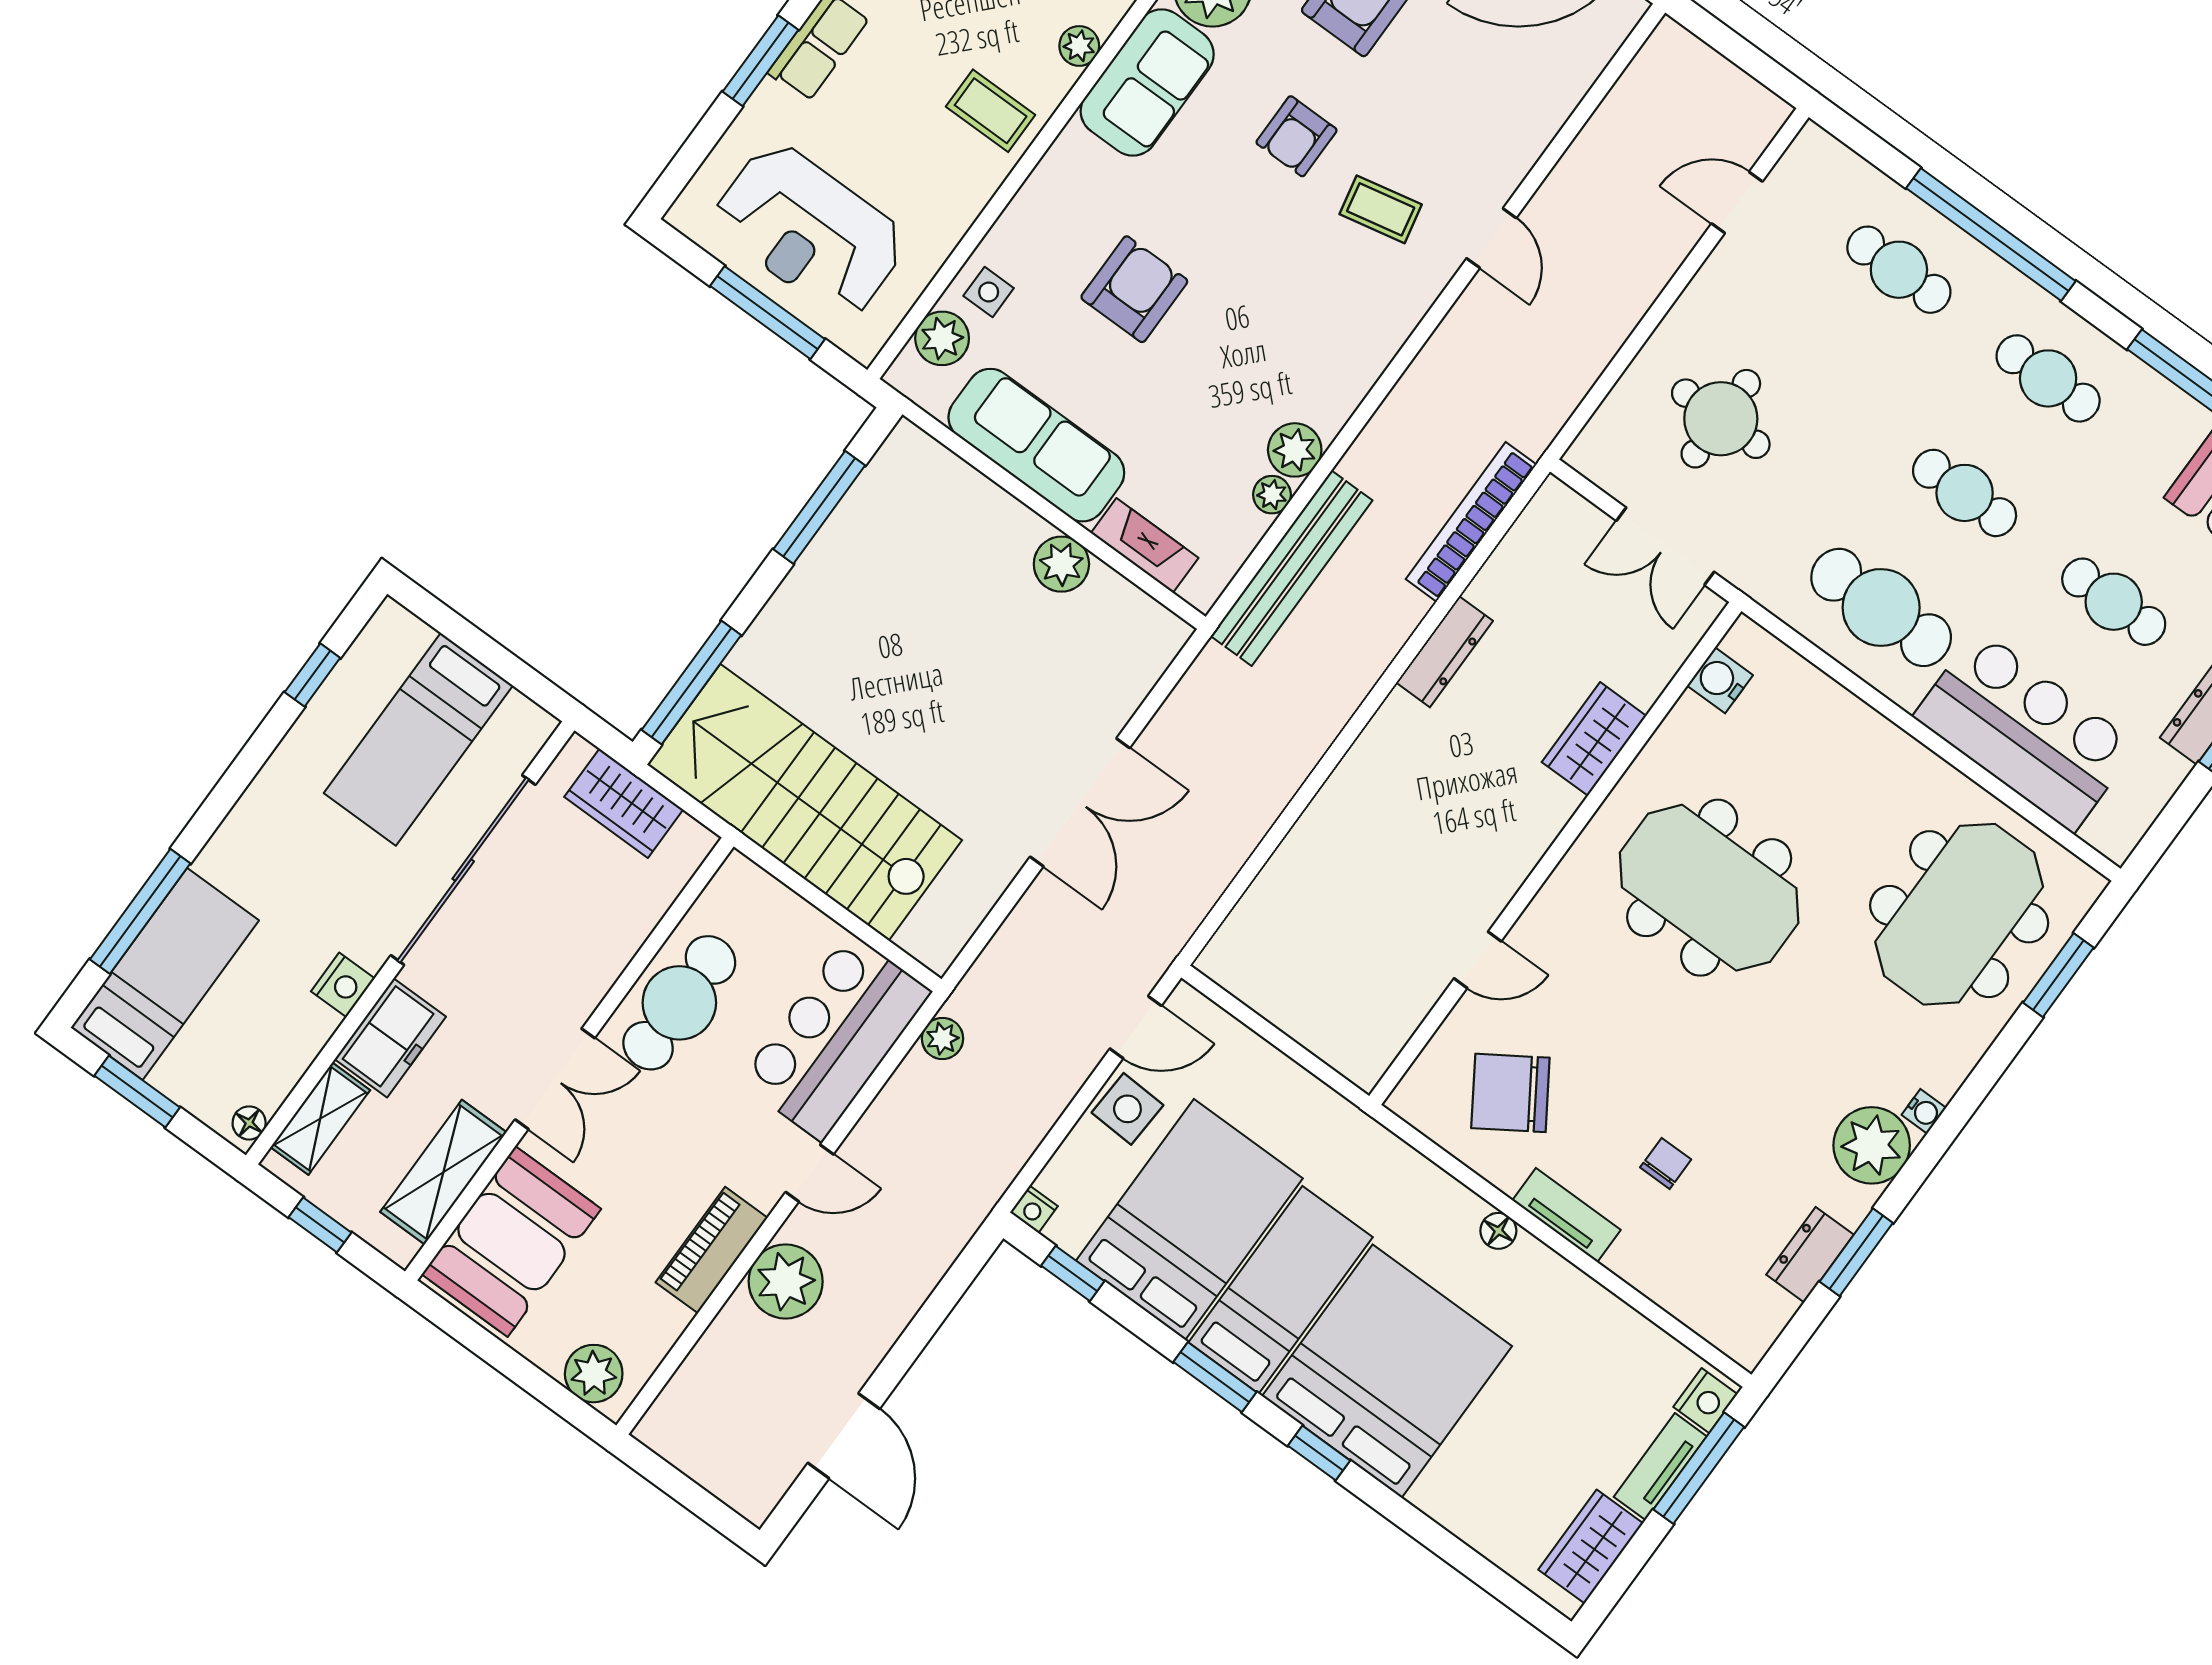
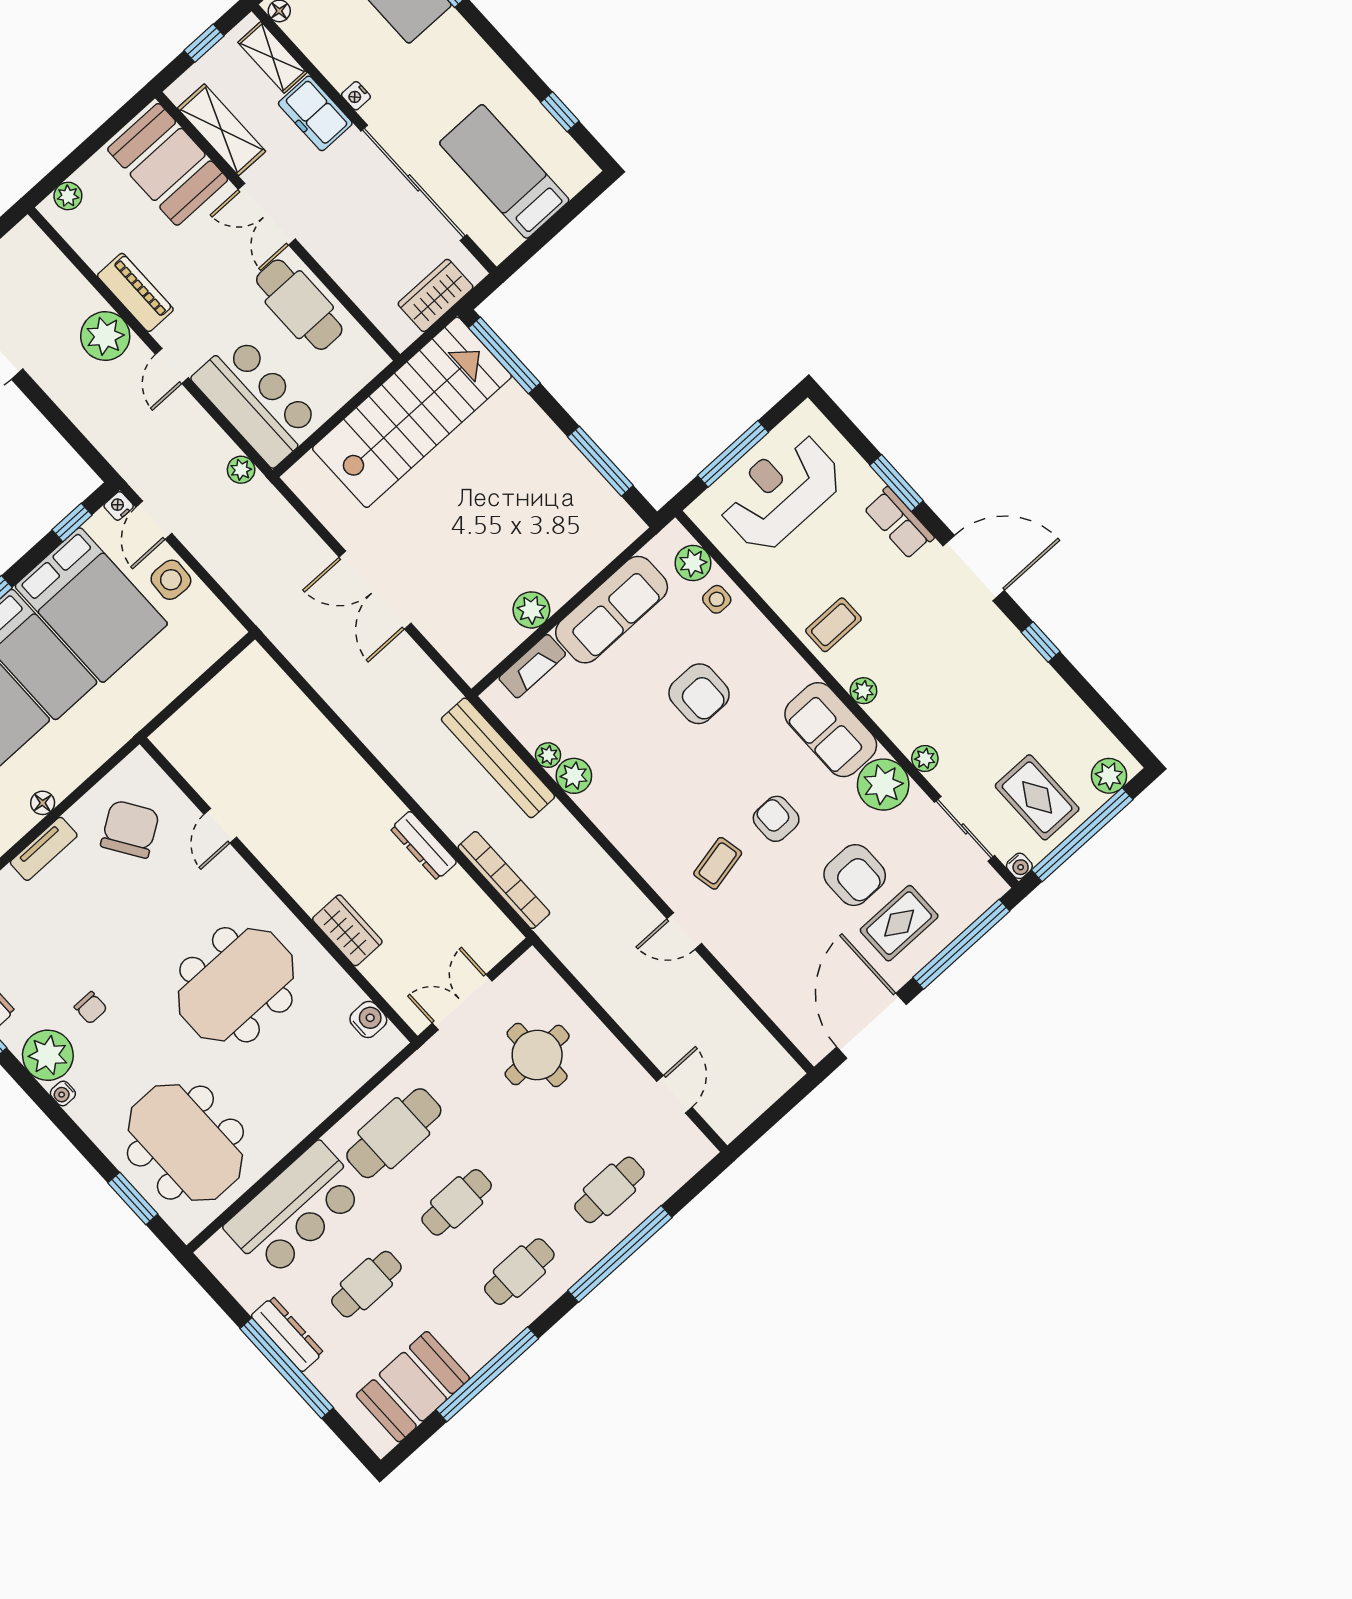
nightstand: (343, 985) -> (356, 96), width x0.72, depth x0.74
door: (1136, 1027) -> (154, 520), moved
chair: (1666, 1163) -> (91, 1008), moved
plant: (594, 1374) -> (68, 196), width x0.73, depth x0.73

